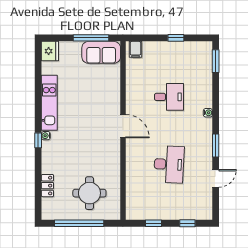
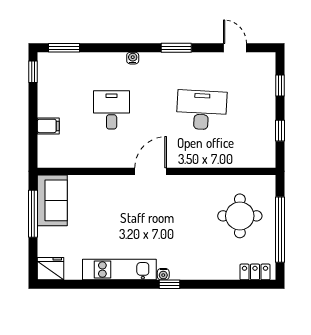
window: (176, 38) -> (33, 72), moved
filing cabinet: (135, 49) -> (48, 126), moved
door: (216, 178) -> (235, 48), moved
locker: (47, 186) -> (255, 272), moved

